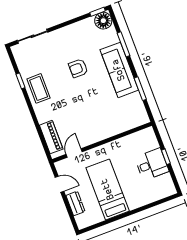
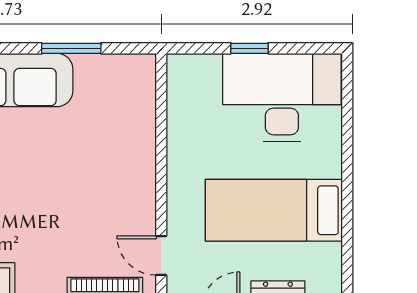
desk: (152, 164) -> (282, 98), width x1.87, depth x1.30

